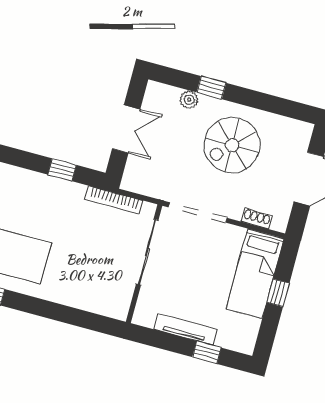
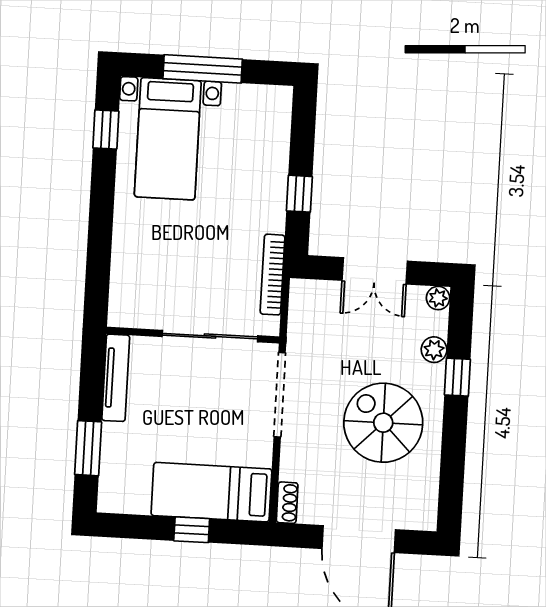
plant: (154, 89) -> (438, 298), added
shoe rack: (257, 219) -> (287, 503), moved
tv unit: (185, 329) -> (116, 378), moved
window: (207, 352) -> (88, 448), width x1.50

